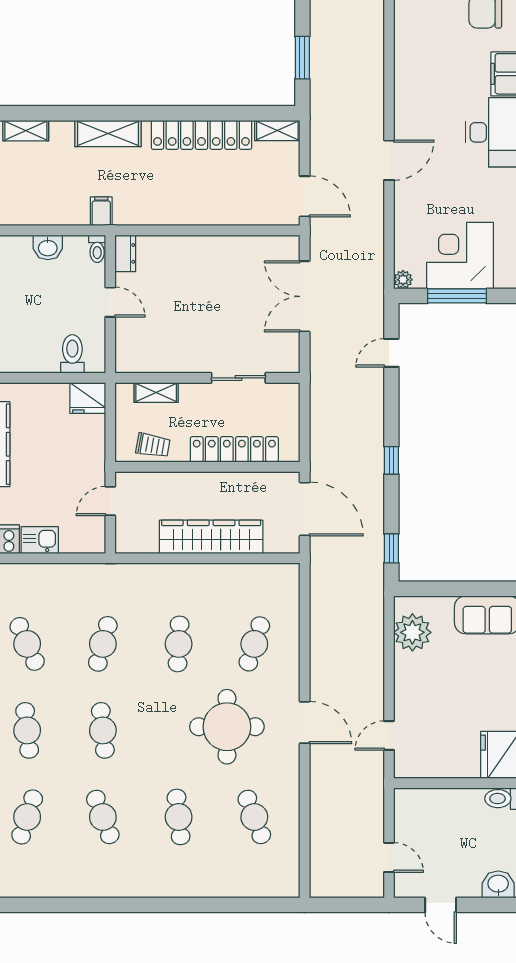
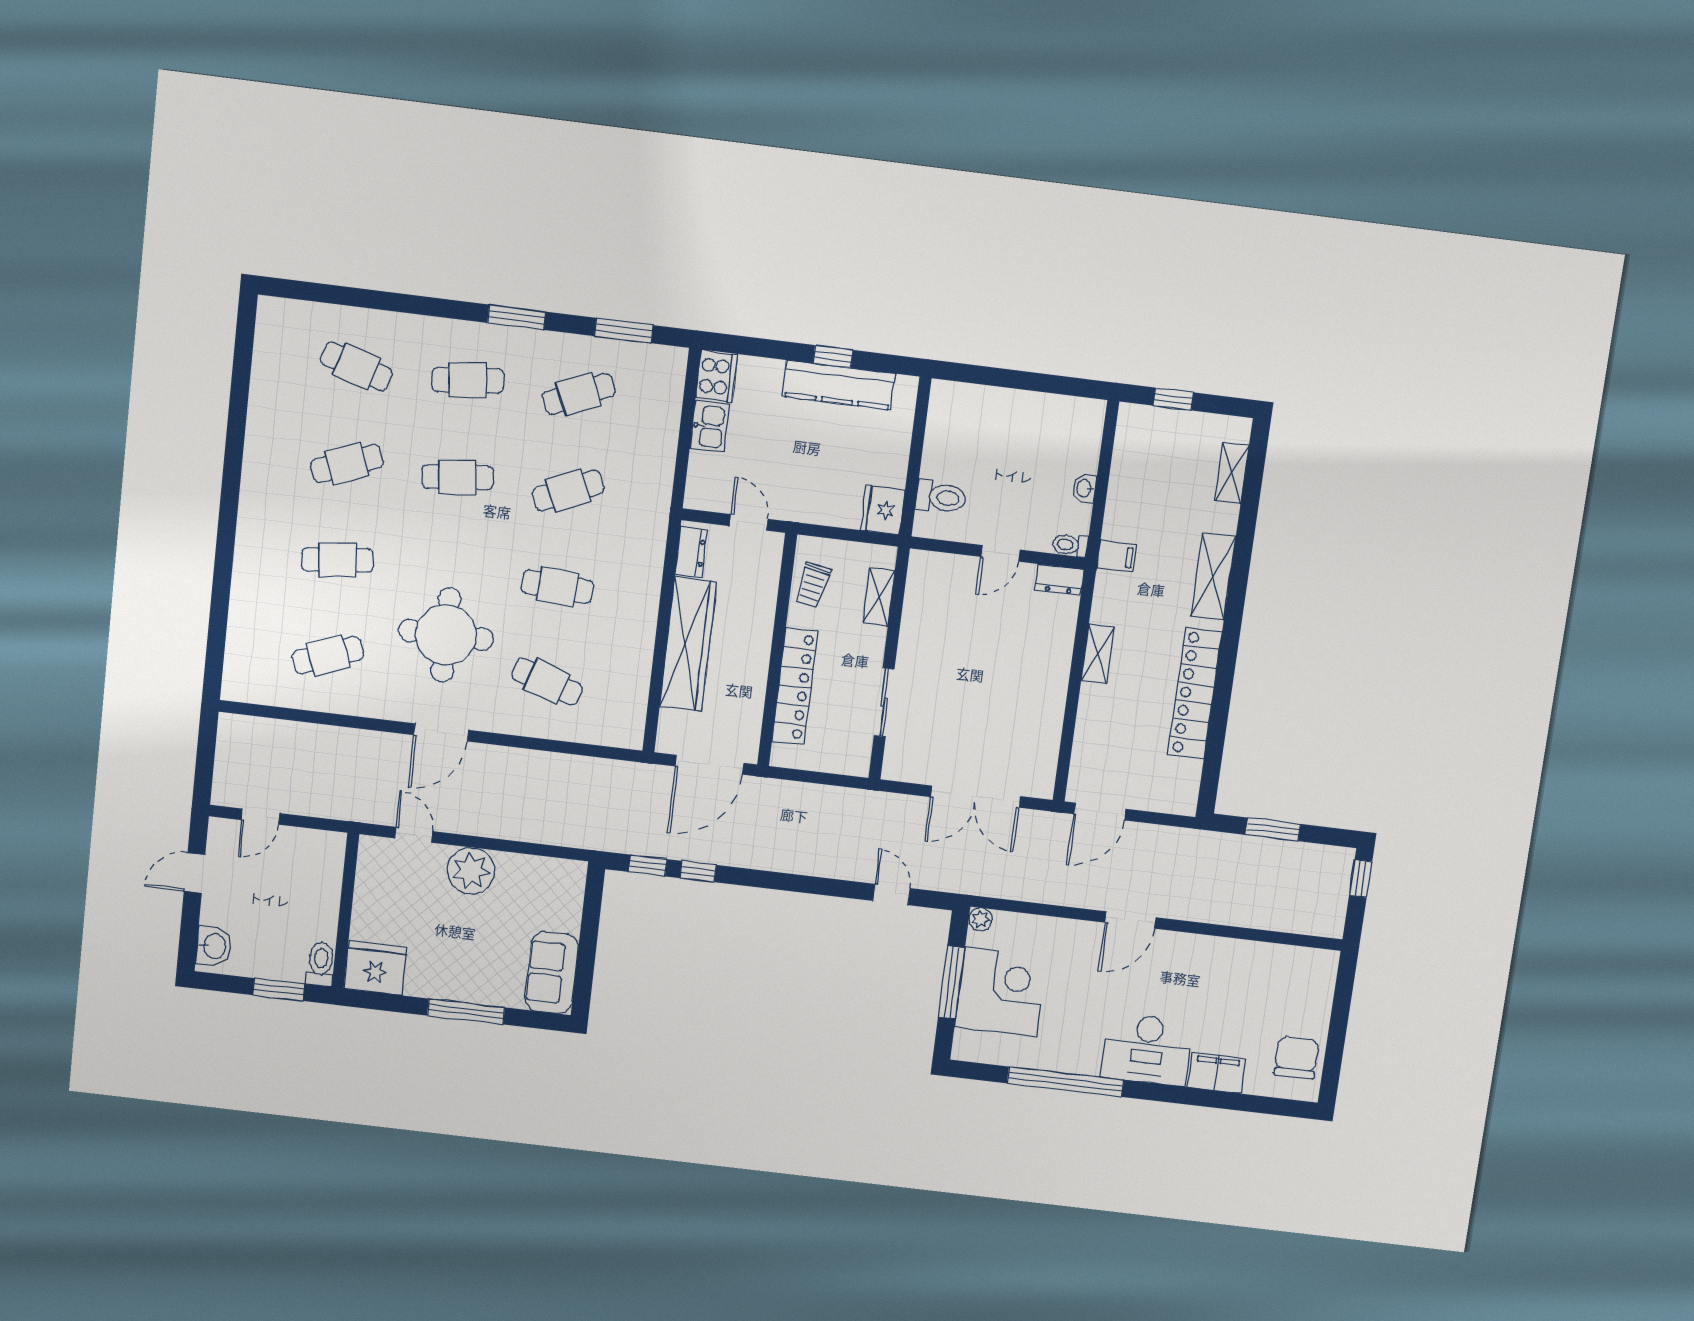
shelving: (277, 130) -> (1098, 654), moved
door: (389, 160) -> (1131, 920), hinge flipped
washbasin: (48, 247) -> (1084, 488), width x0.72, depth x0.69
double door: (305, 296) -> (976, 797), swing flipped
window: (391, 460) -> (698, 871), moved
dresser: (139, 543) -> (691, 552), added
plant: (412, 632) -> (471, 871), moved
cafe table: (103, 644) -> (568, 491), turned -39

